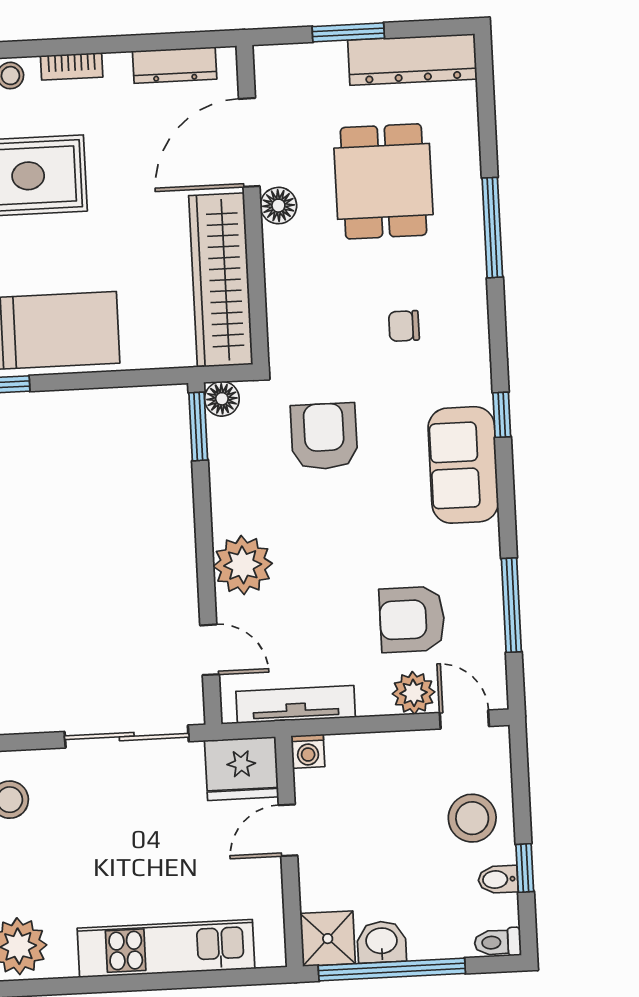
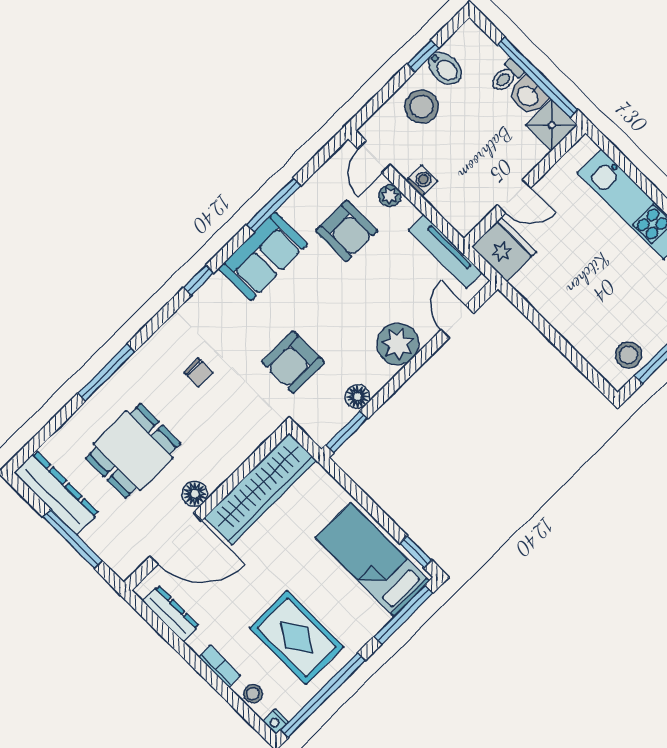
window: (348, 32) -> (72, 539), width x1.44
floor lamp: (222, 399) -> (357, 397), moved
sofa: (463, 465) -> (263, 256), moved
window: (511, 605) -> (274, 205), moved
plant: (414, 693) -> (390, 196), width x0.73, depth x0.73
sliding door: (127, 737) -> (541, 324), removed
washing machine: (308, 751) -> (422, 181), moved
bidet: (498, 879) -> (445, 68), width x1.38, depth x1.36
toilet: (498, 942) -> (506, 76), moved, turned 90

